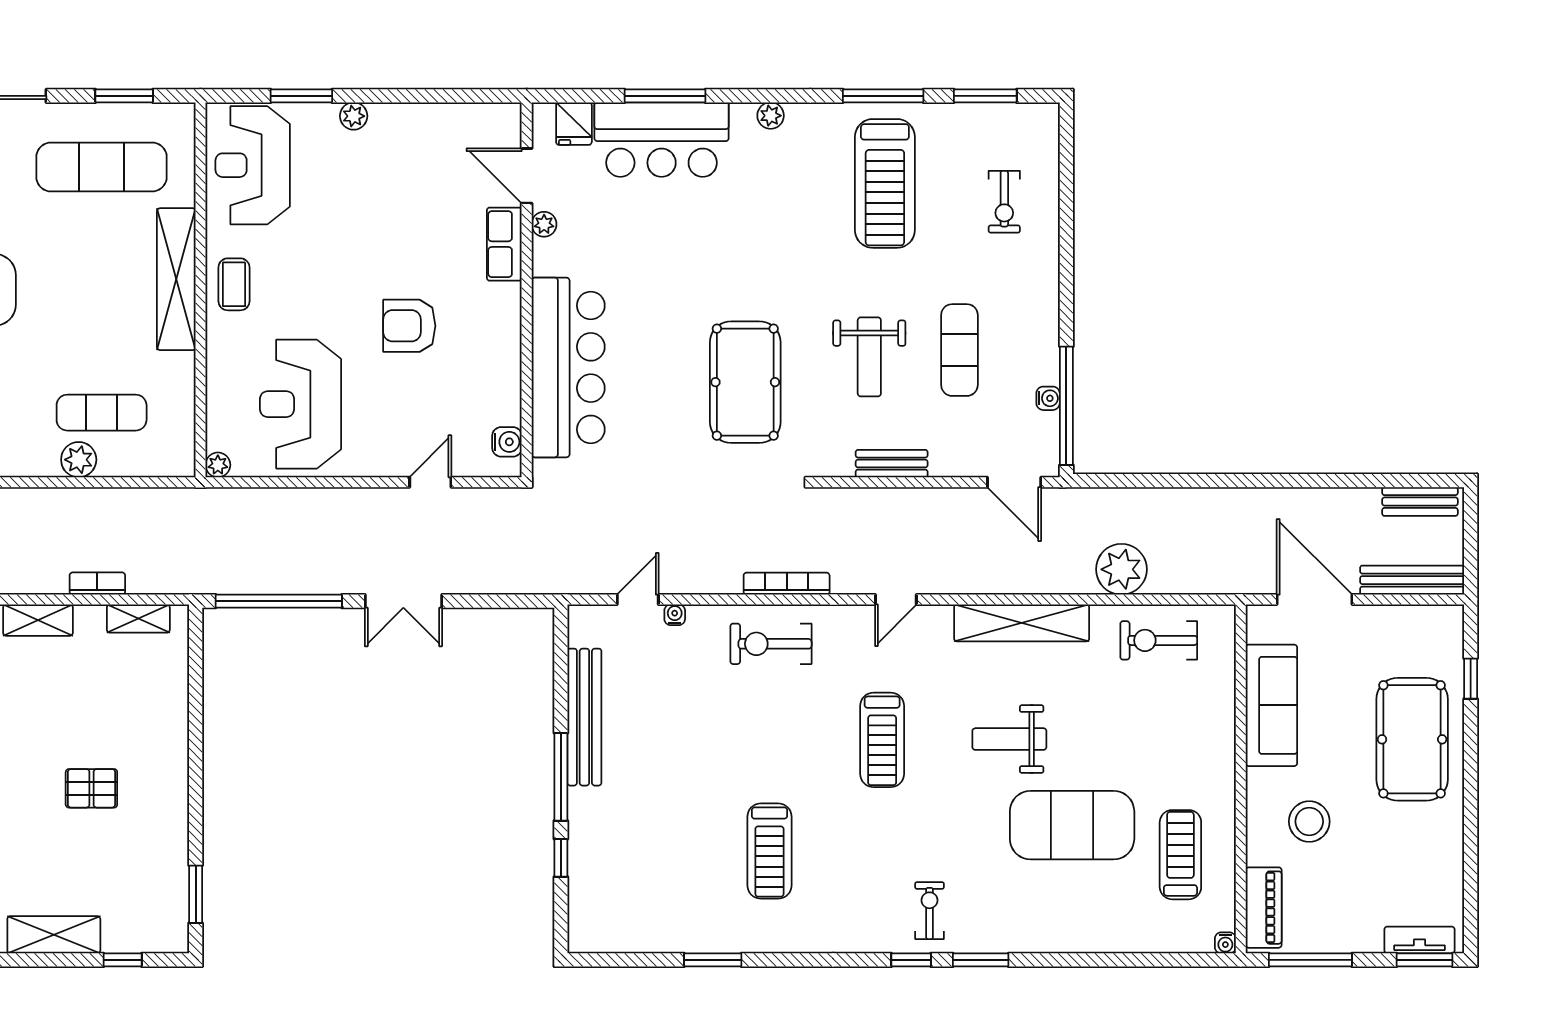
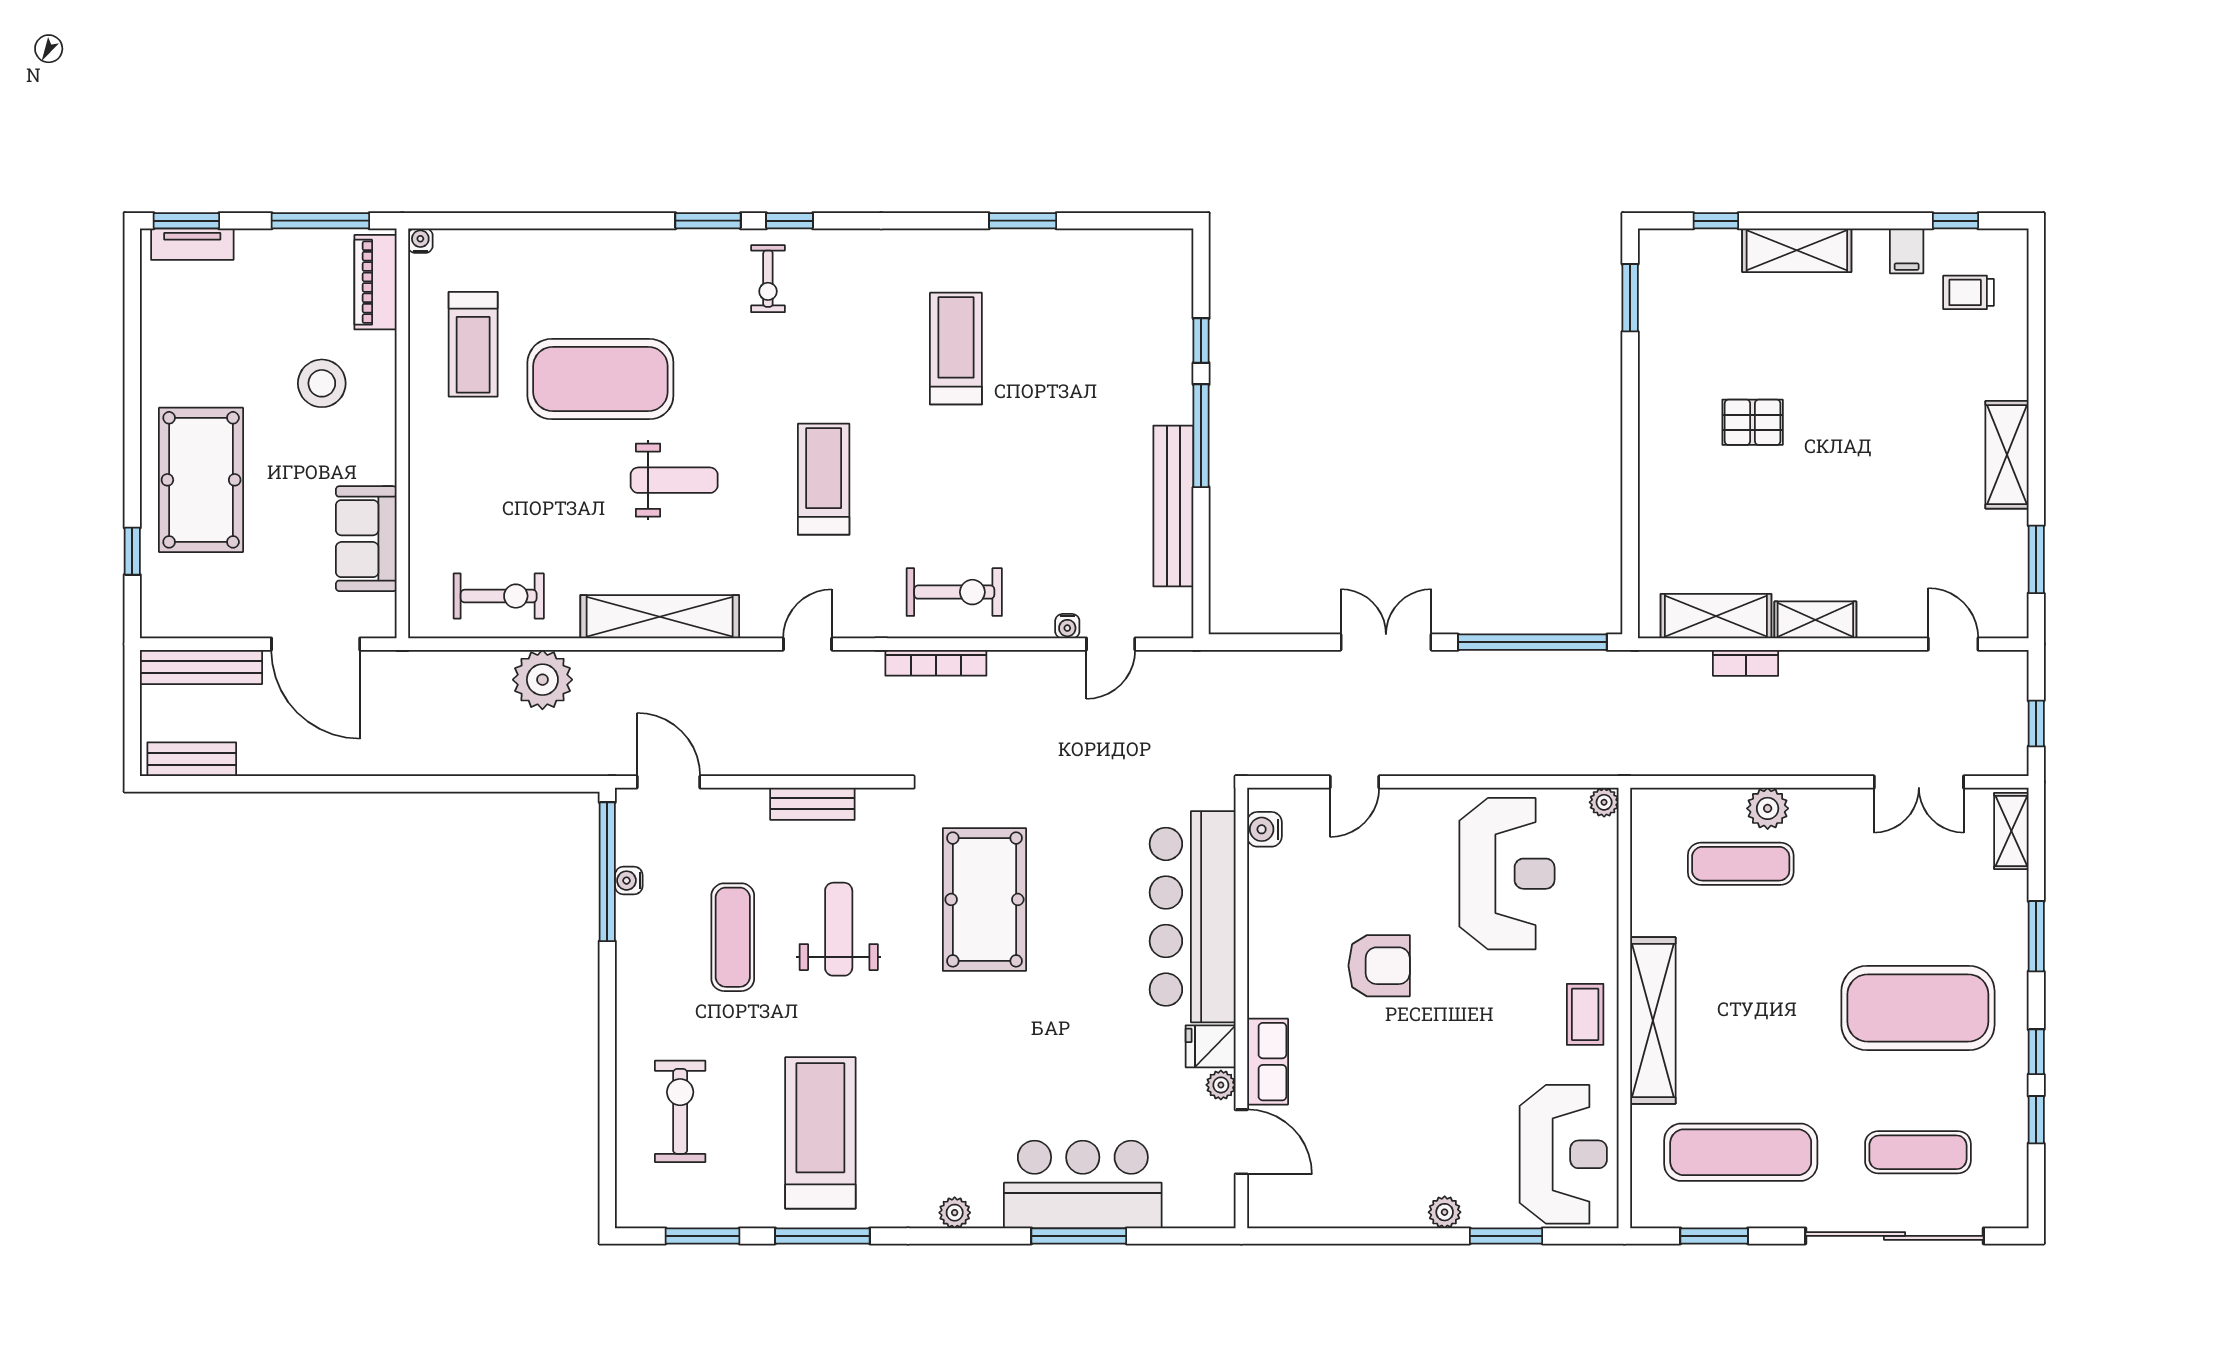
fridge: (574, 124) -> (1211, 1046), moved, turned -90
exercise bike: (1004, 202) -> (680, 1111), width x1.38, depth x1.39
shelving: (138, 619) -> (1716, 616), width x1.50, depth x1.33
sofa: (1271, 705) -> (366, 539), width x0.73

